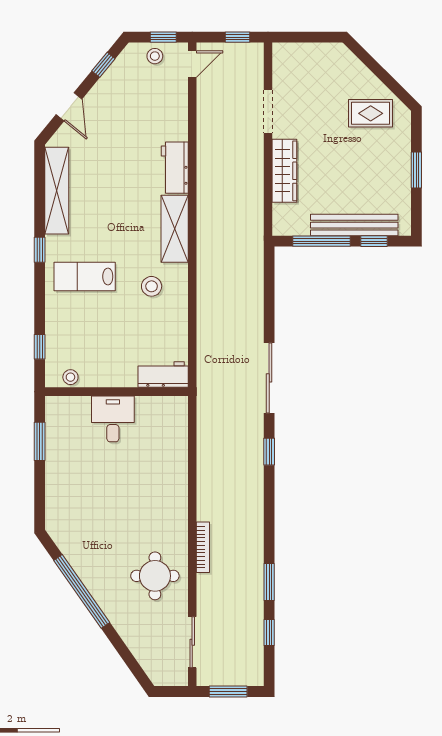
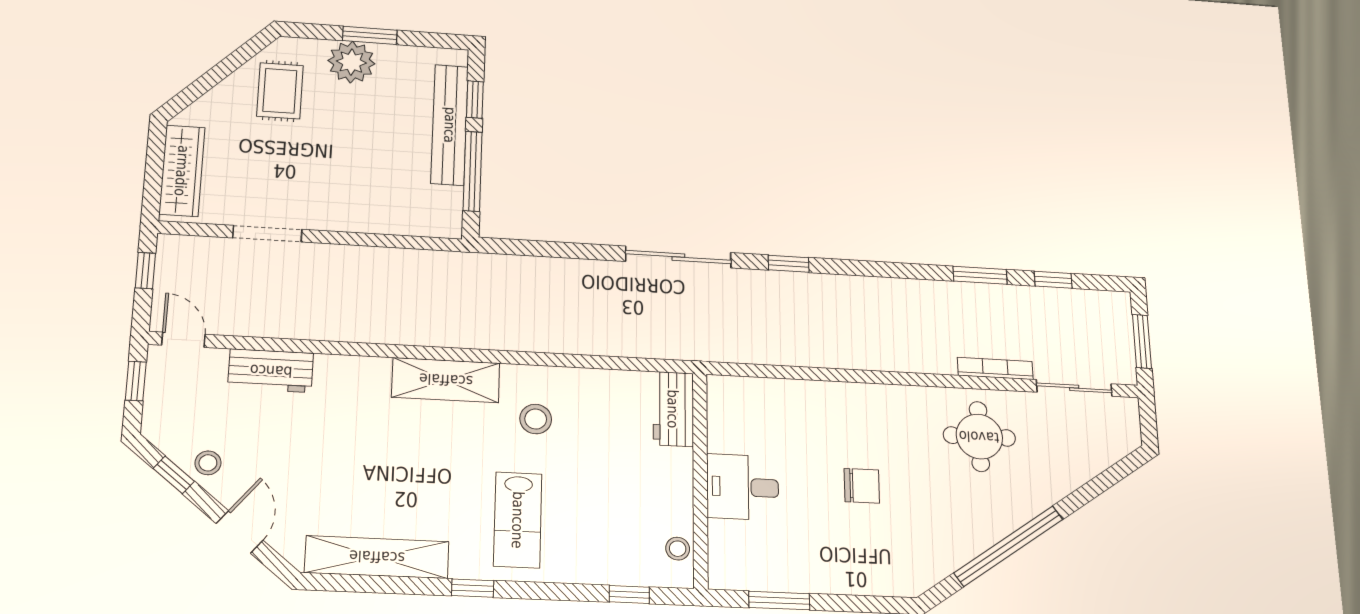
stool: (155, 56) -> (208, 463), moved
door: (69, 107) -> (240, 532), hinge flipped
plant: (395, 159) -> (351, 62), added
workbench: (175, 168) -> (271, 371), moved
wardrobe: (284, 171) -> (182, 171), moved, turned 90
chair: (117, 496) -> (862, 486), added
bookcase: (203, 547) -> (995, 368), moved

